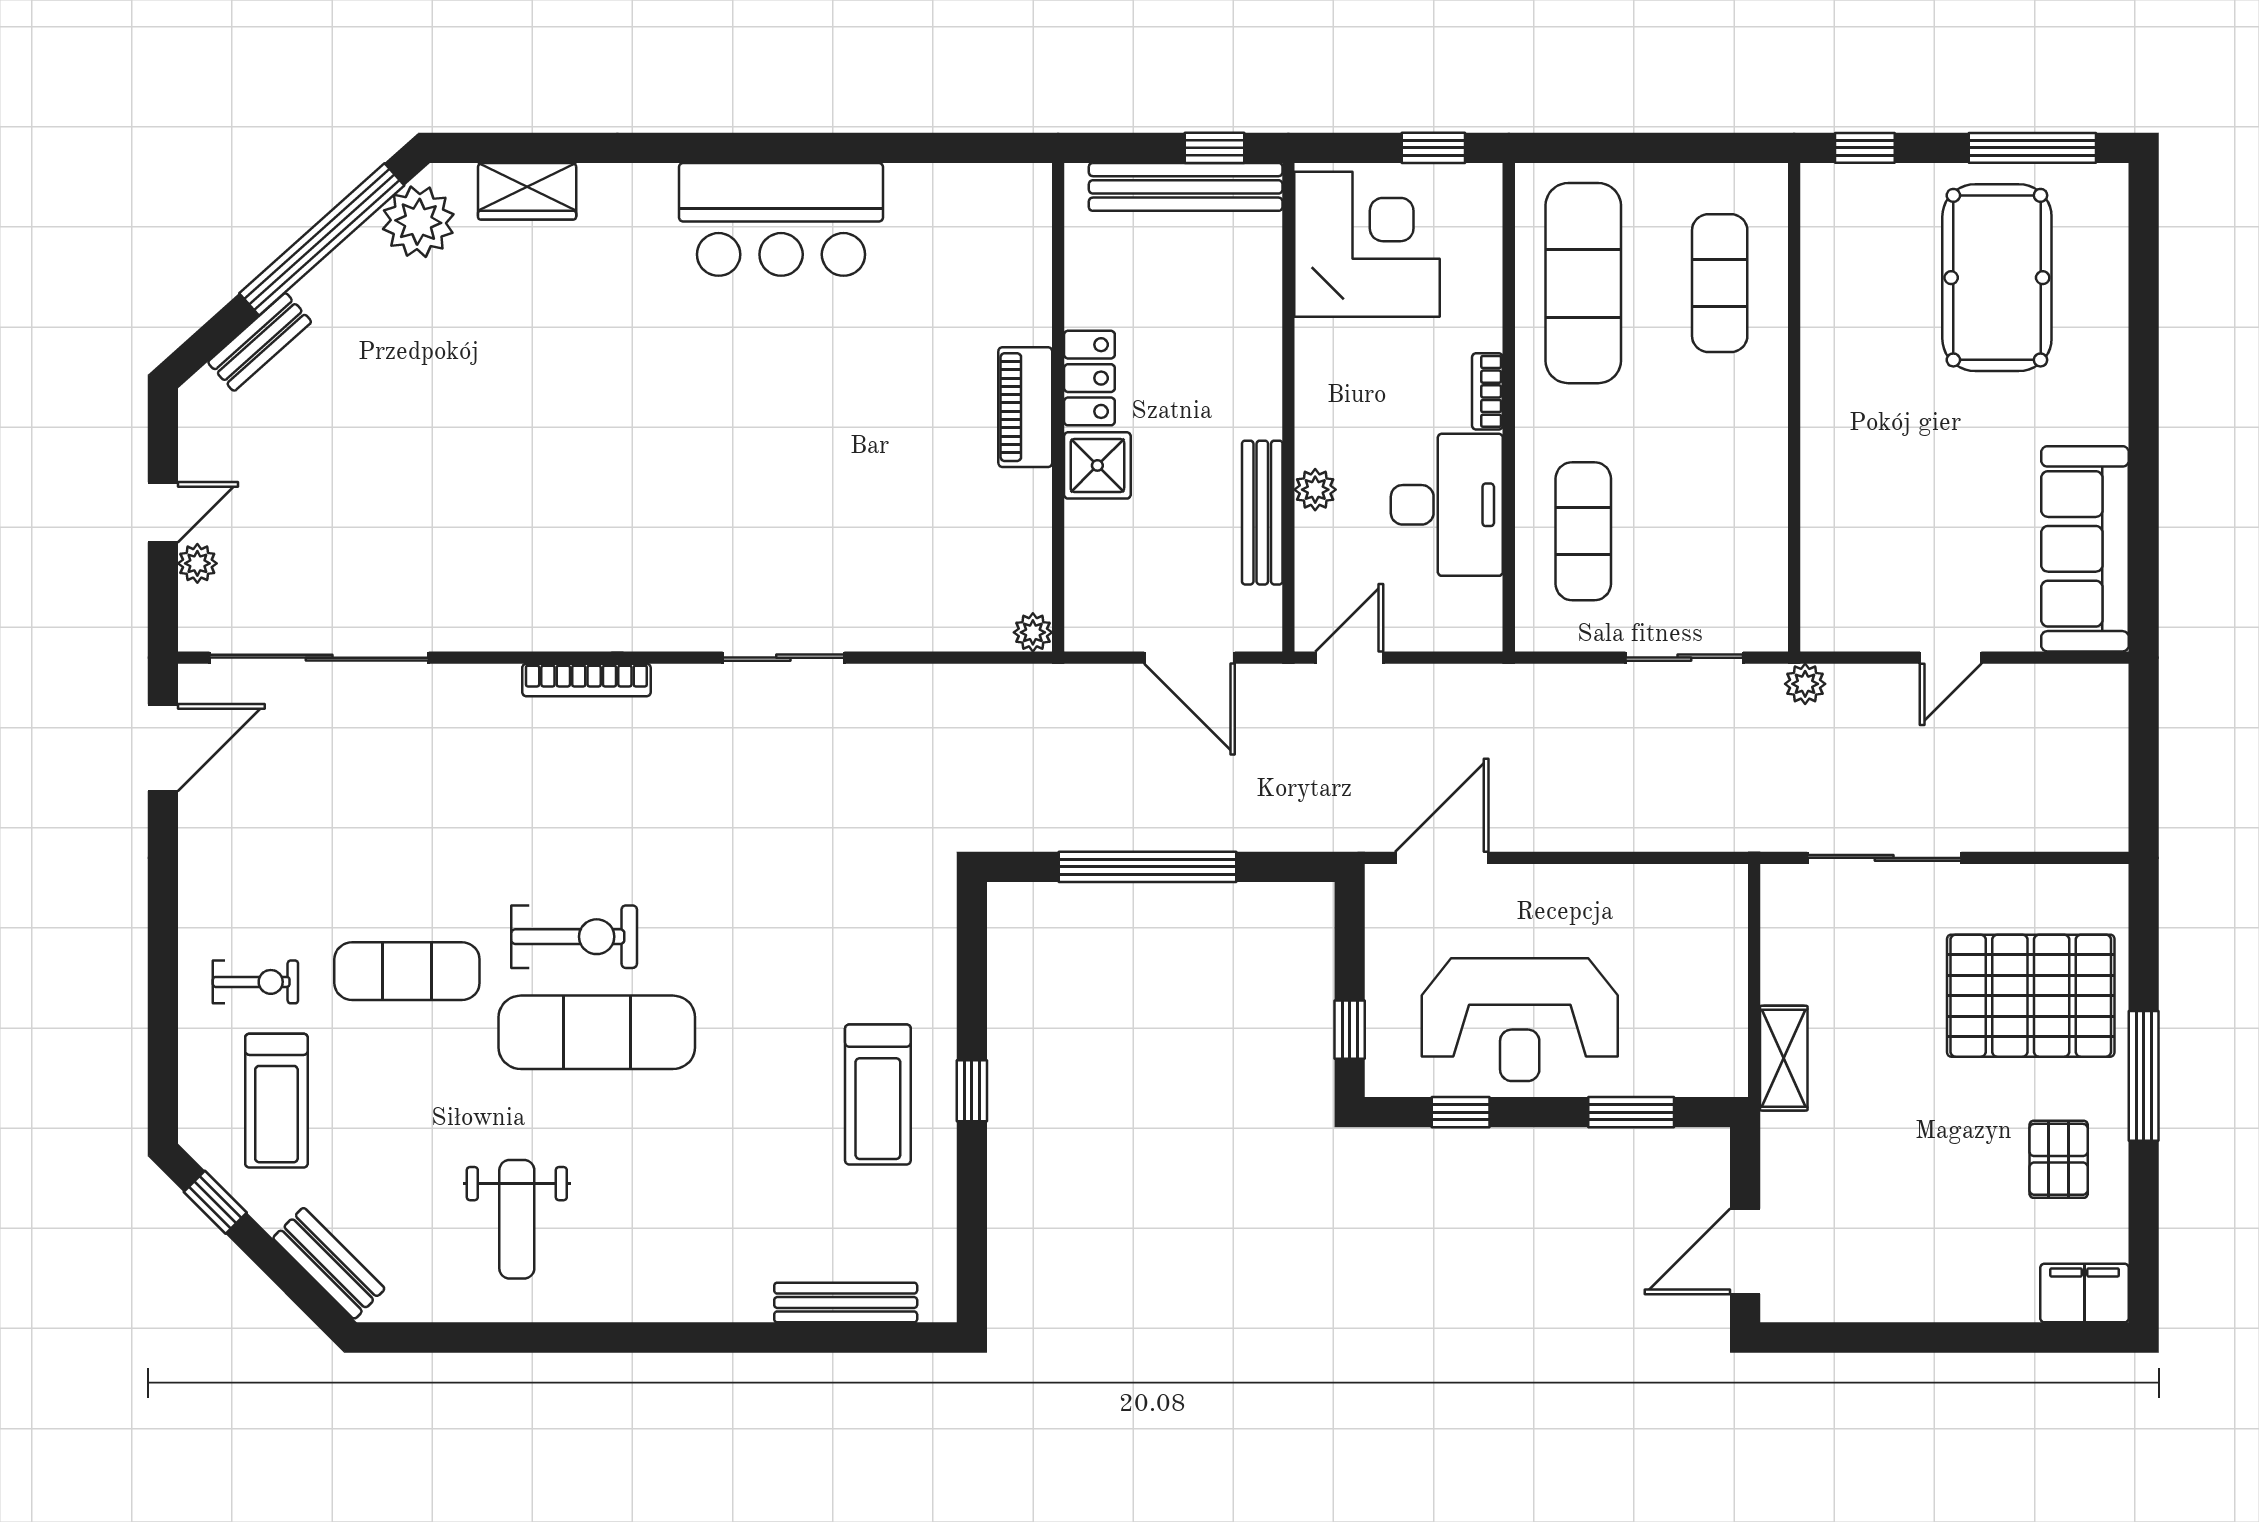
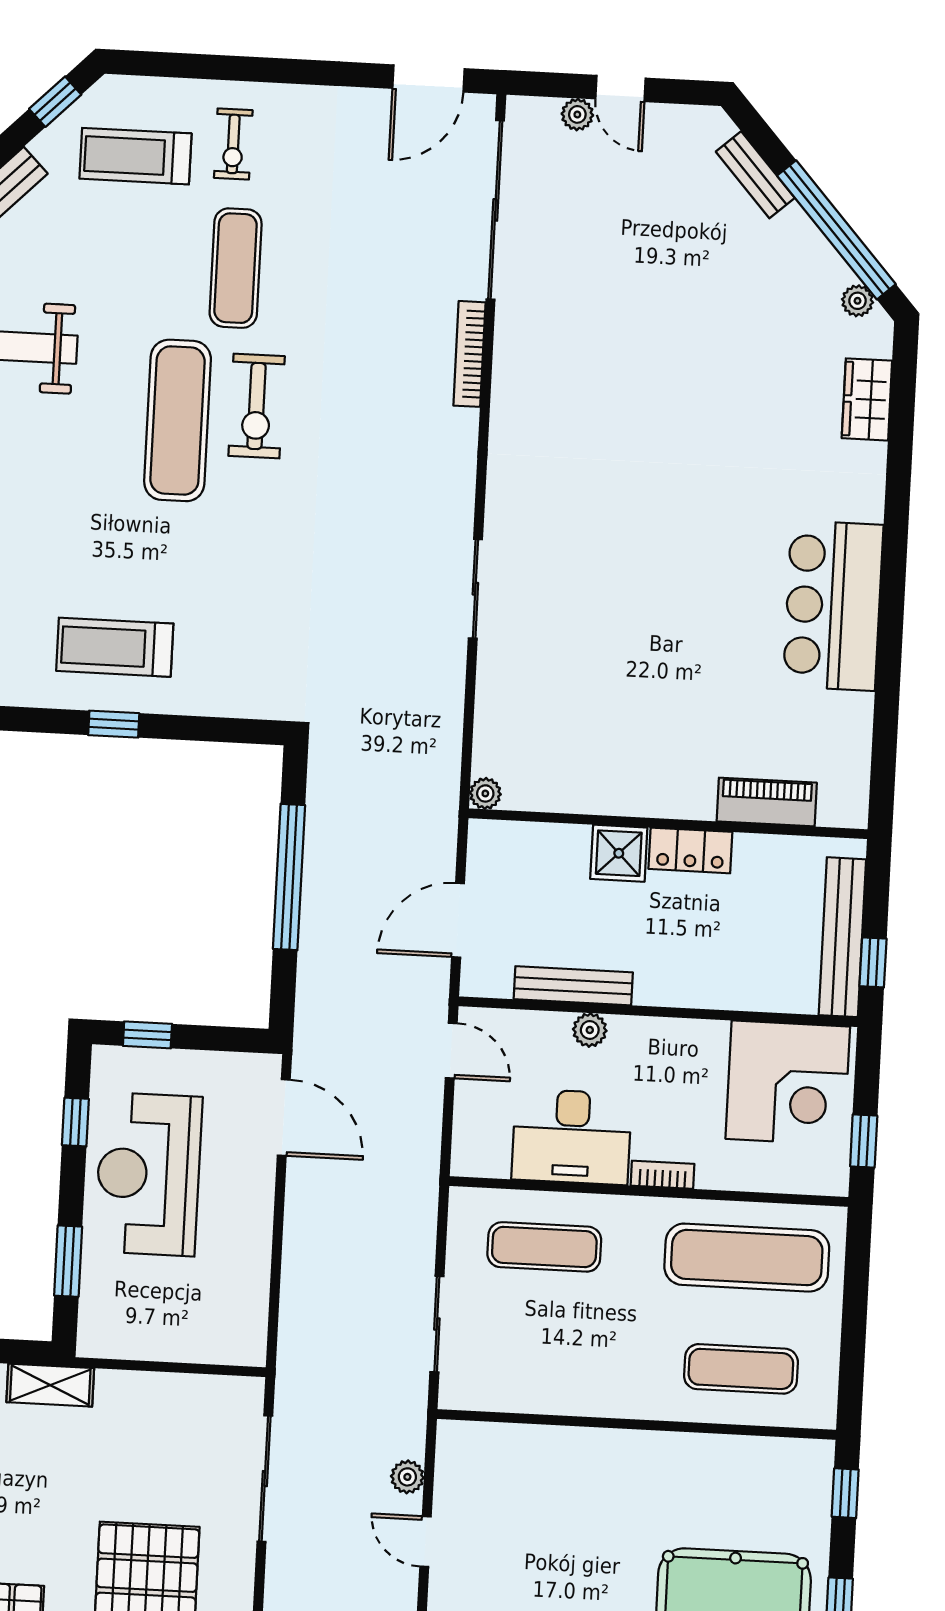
plant: (418, 222) -> (858, 301), width x0.53, depth x0.53
piano: (1025, 407) -> (767, 802), moved
bookcase: (586, 680) -> (469, 354), moved
plant: (1805, 684) -> (407, 1477), moved
door: (163, 748) -> (428, 78), hinge flipped
shelving: (1784, 1058) -> (50, 1385), moved

